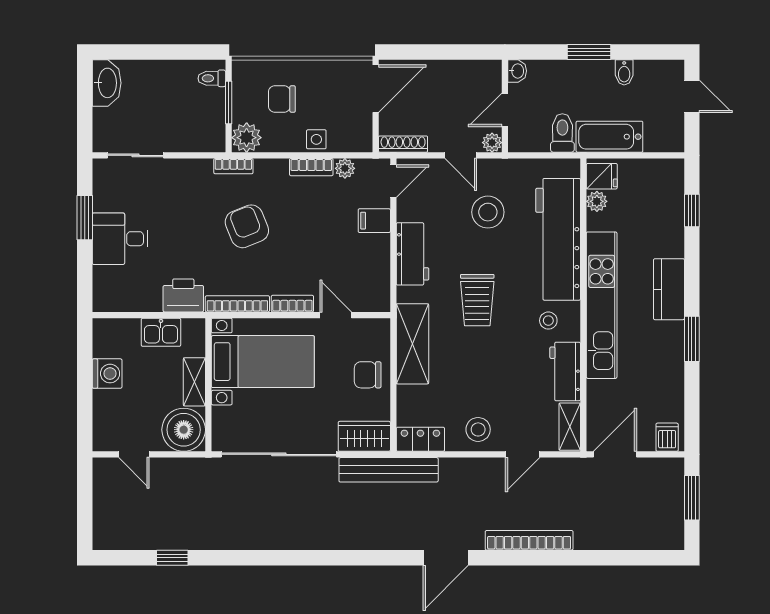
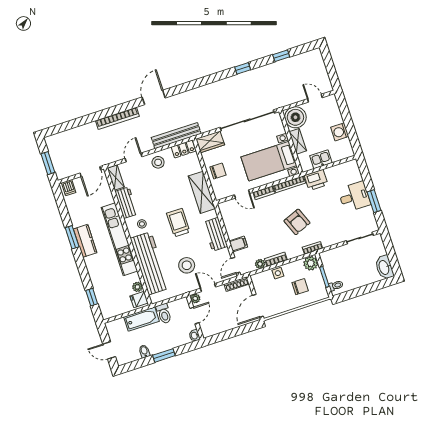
kitchen counter: (669, 289) -> (85, 241), moved
bench: (389, 470) -> (176, 136), moved
window: (255, 558) -> (243, 68), added

